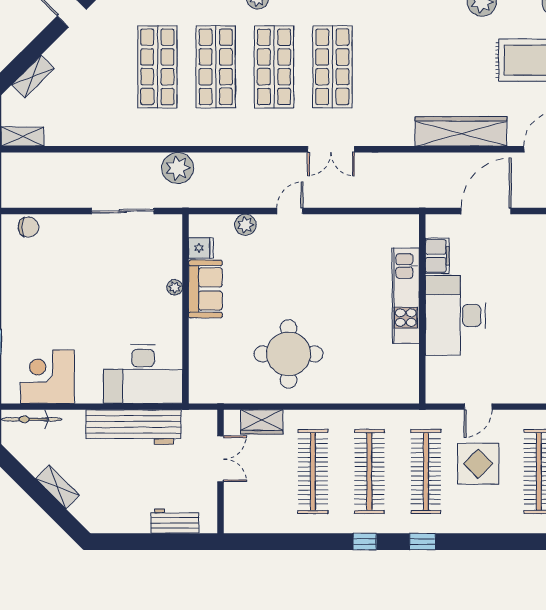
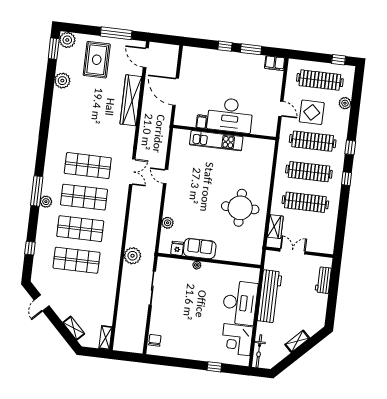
door: (290, 211) -> (166, 177), moved
filing cabinet: (437, 256) -> (202, 122), width x0.50
desk: (143, 374) -> (240, 303), moved
plant: (502, 522) -> (345, 103), added

